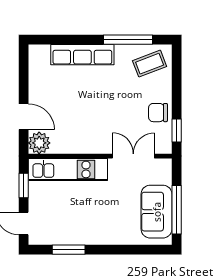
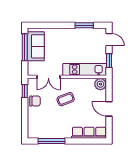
row of seats: (82, 55) -> (89, 133), moved
coffee table: (150, 64) -> (66, 99), moved
door: (24, 117) -> (109, 109), moved

